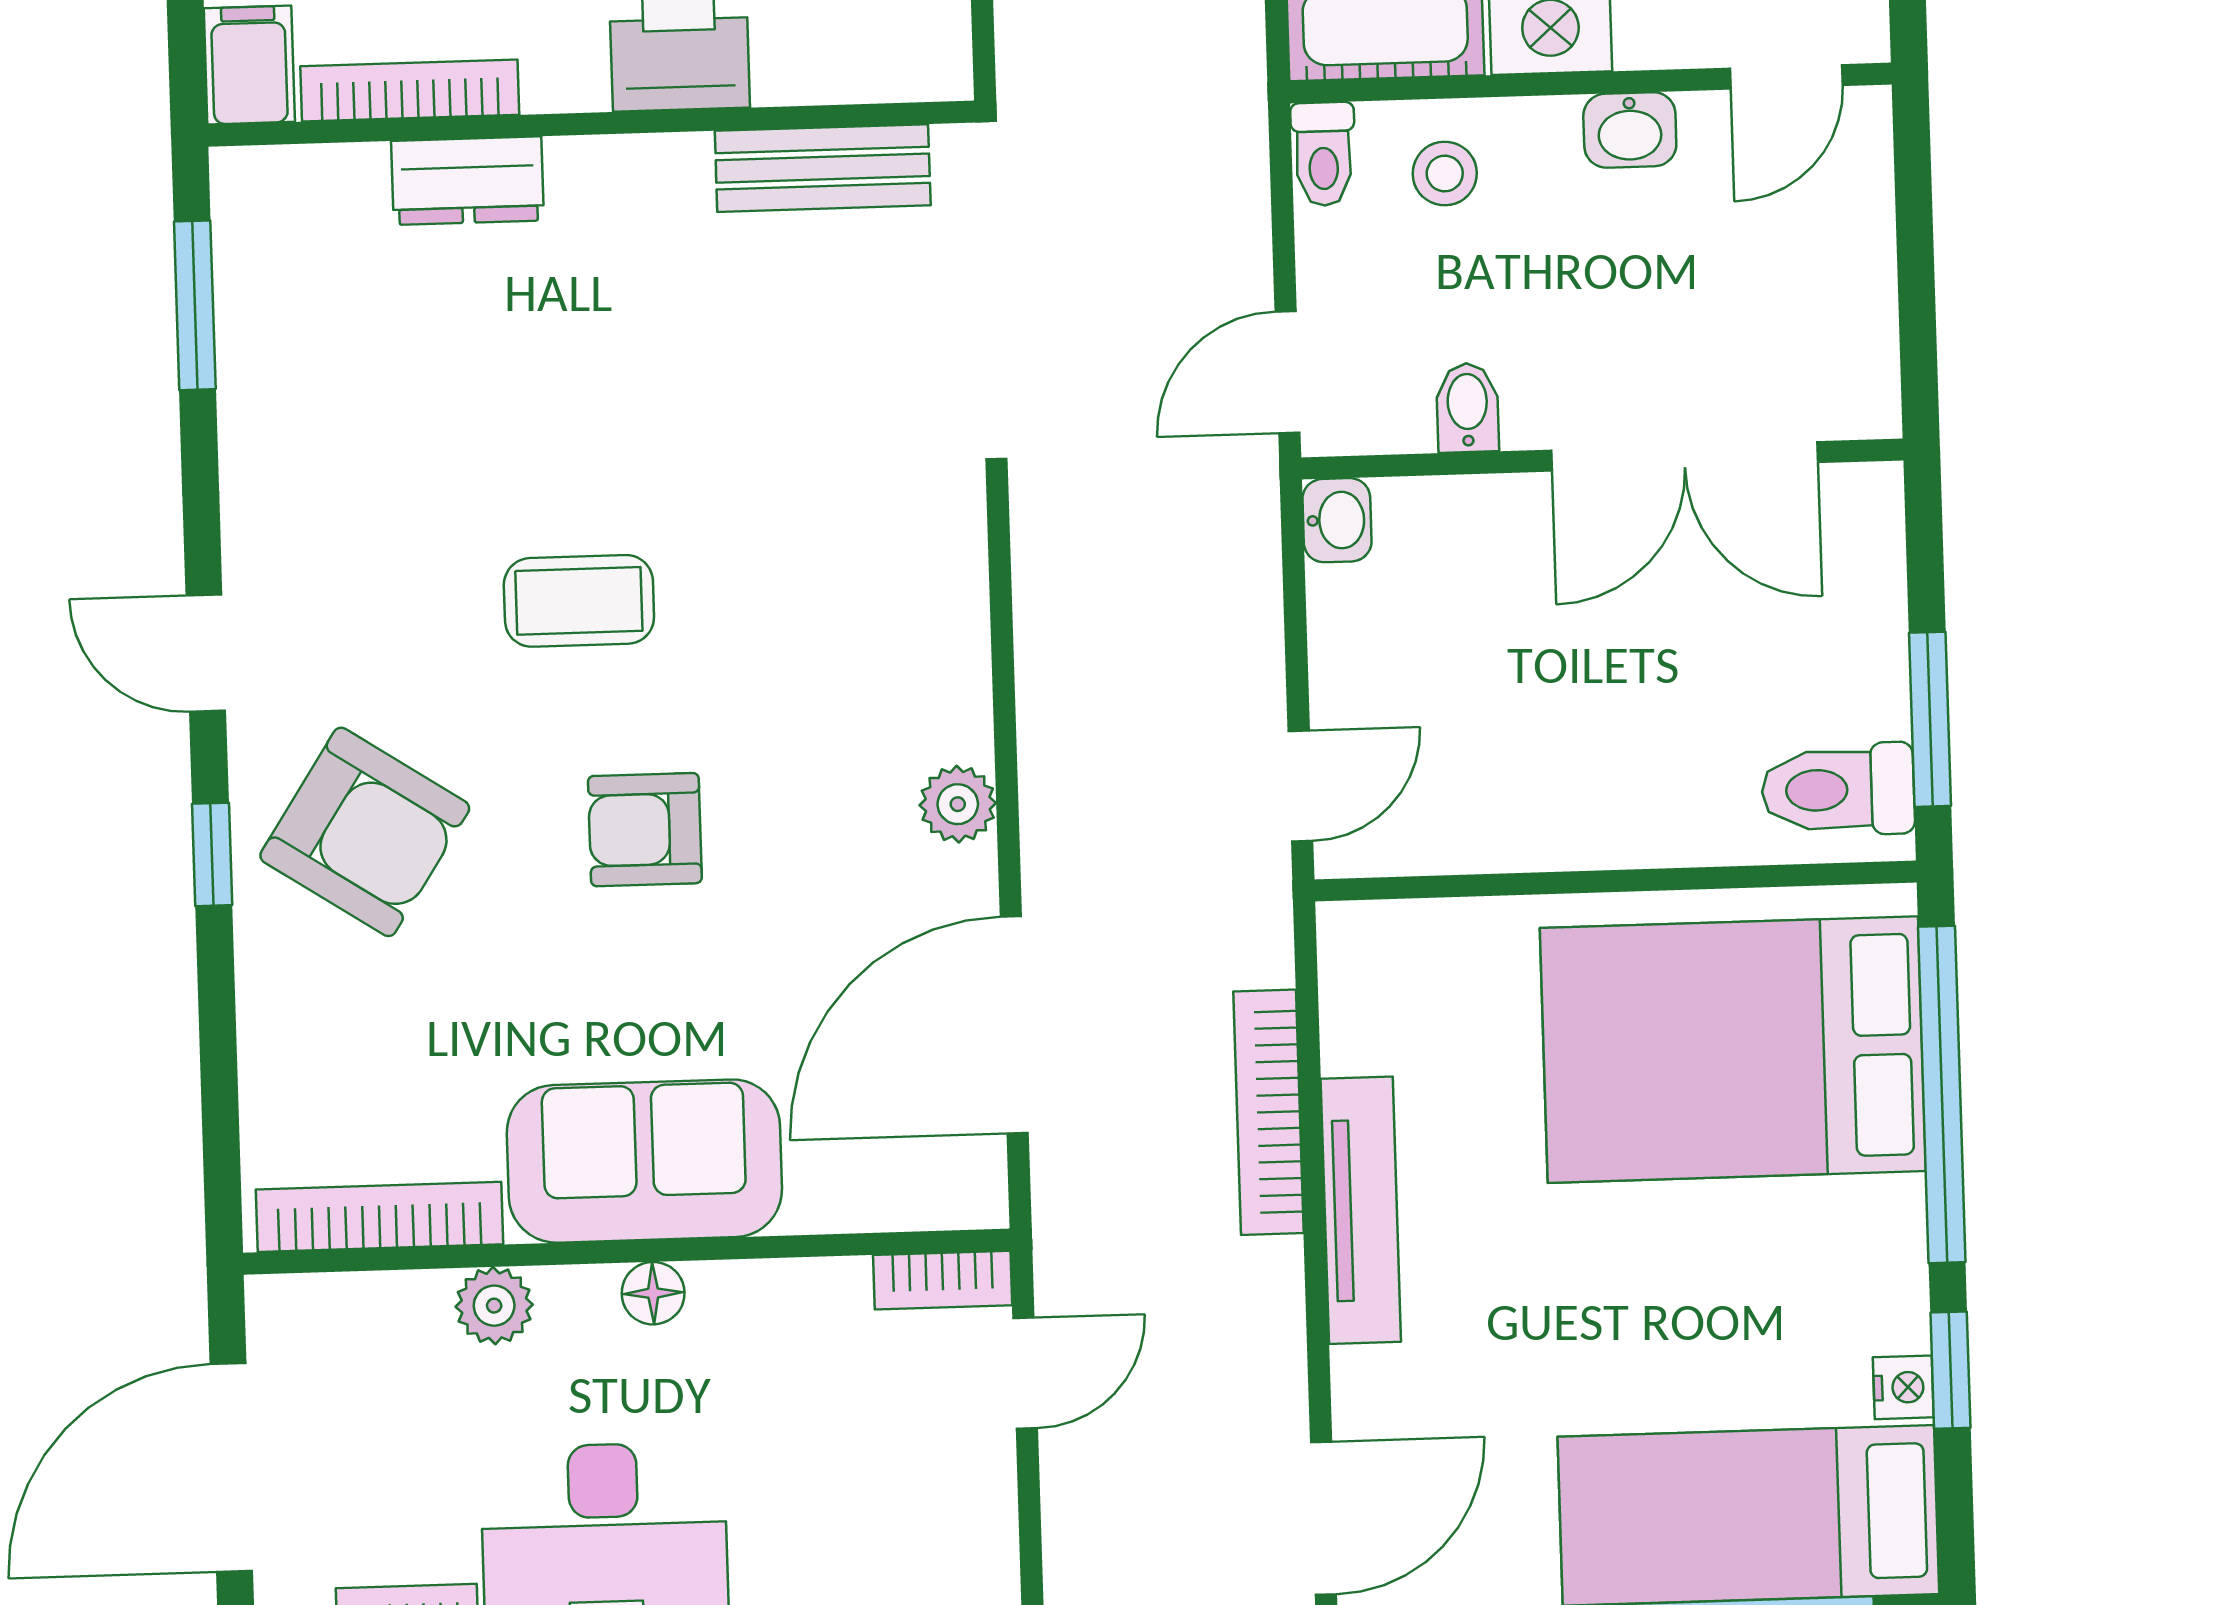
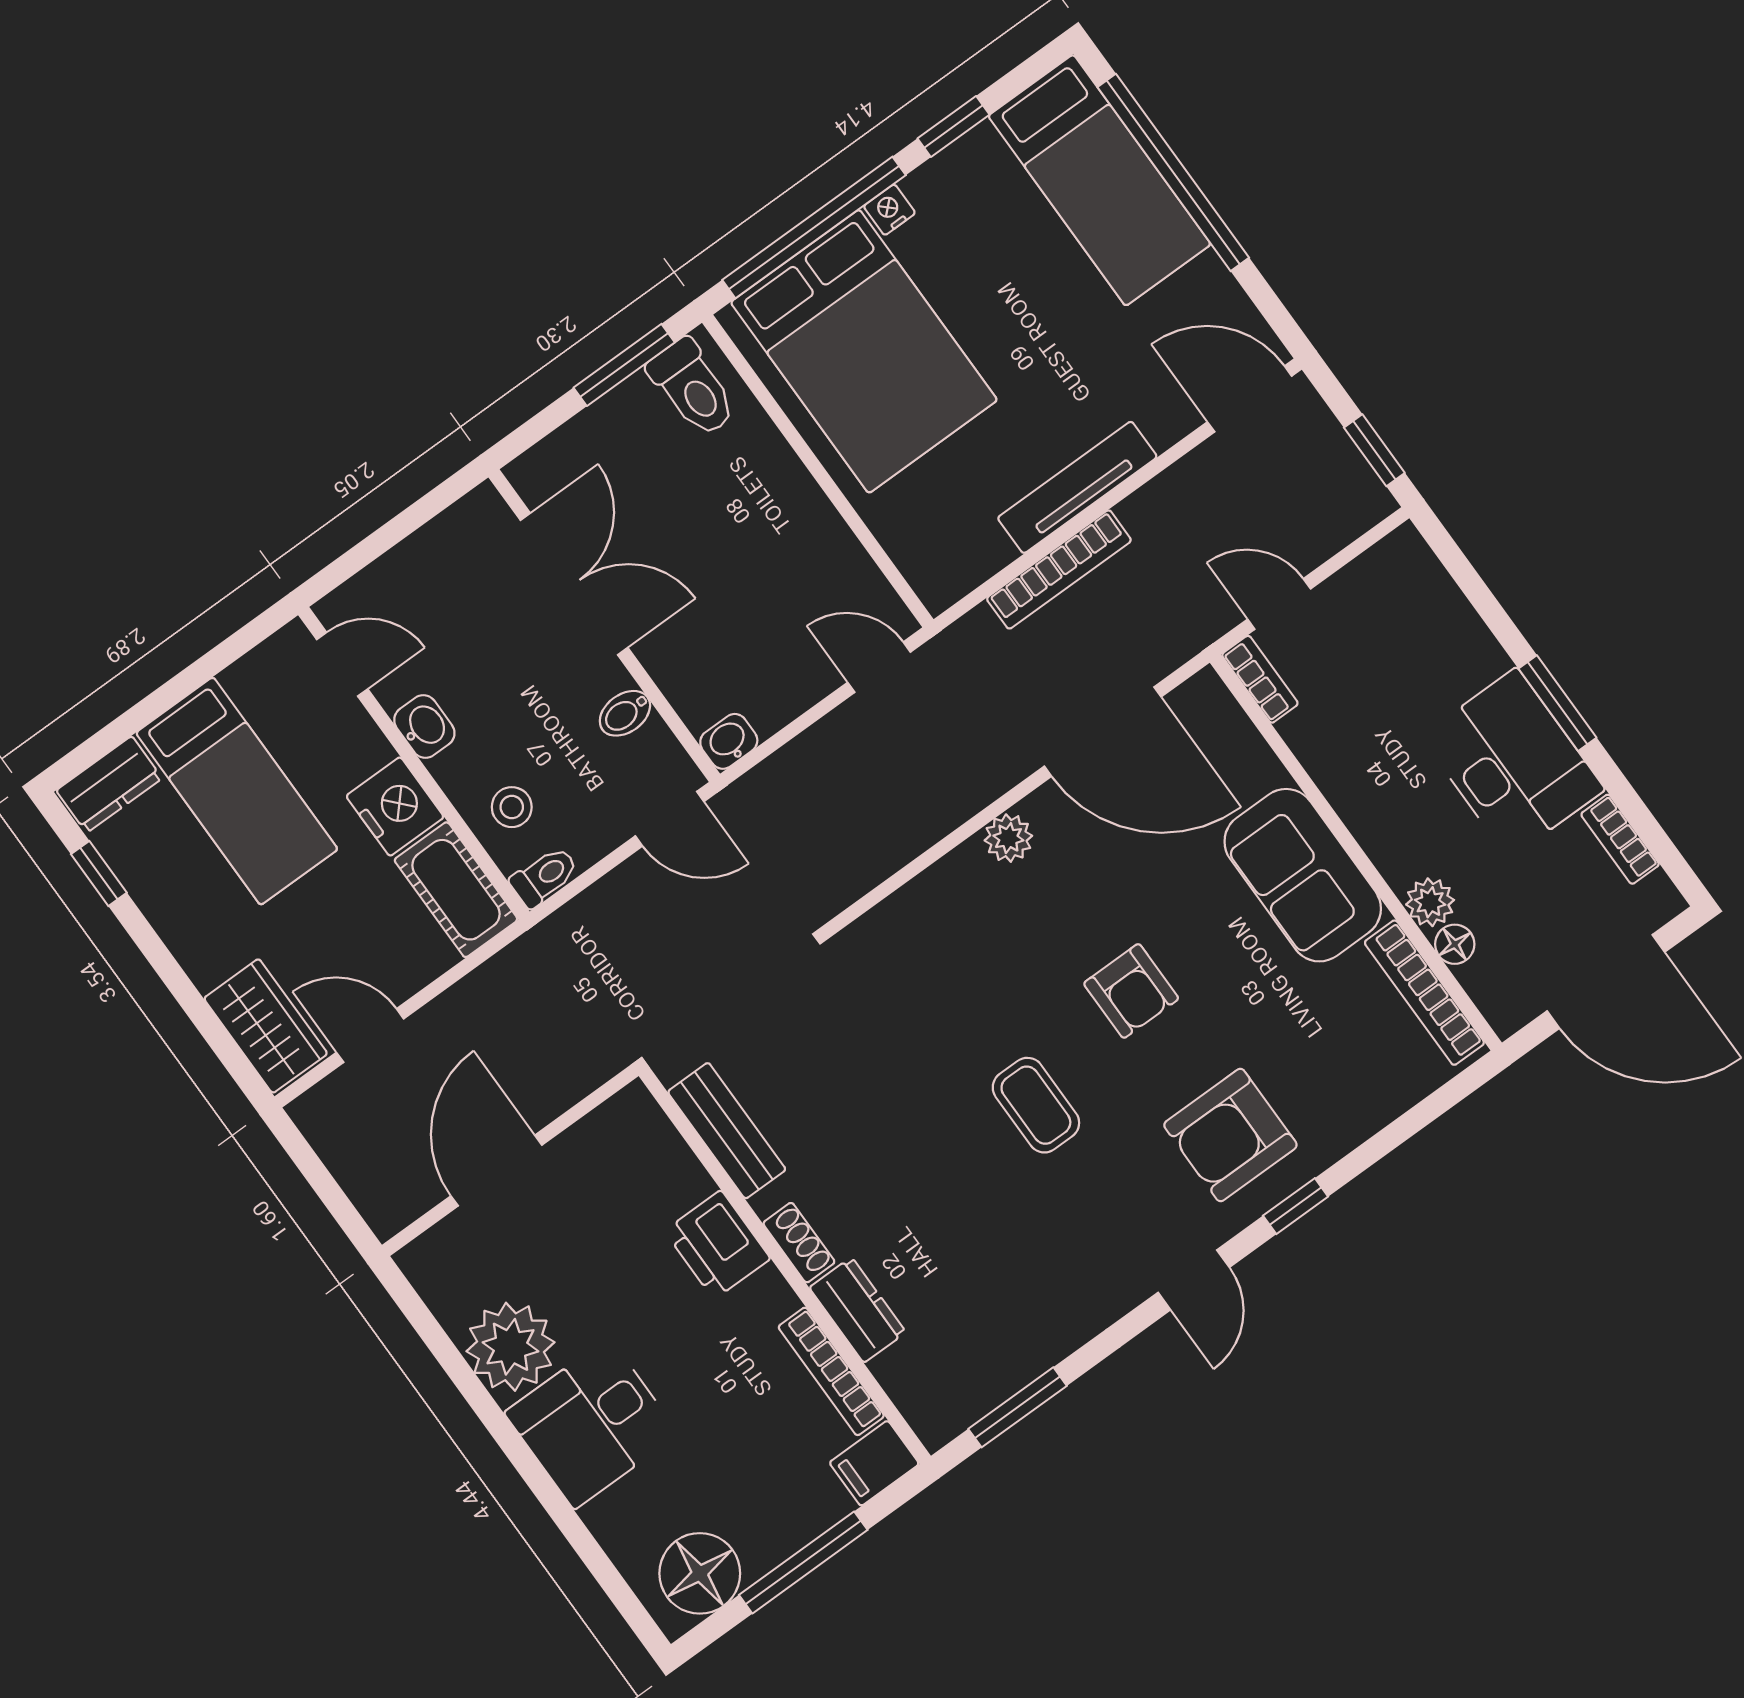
shoe rack: (609, 163) -> (799, 1243), added
armchair: (365, 832) -> (1230, 1135), turned -123
floor lamp: (653, 1293) -> (1455, 944), moved
nightstand: (1903, 1387) -> (889, 210), moved

